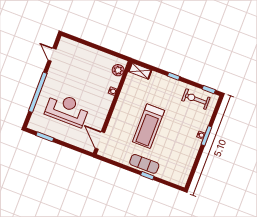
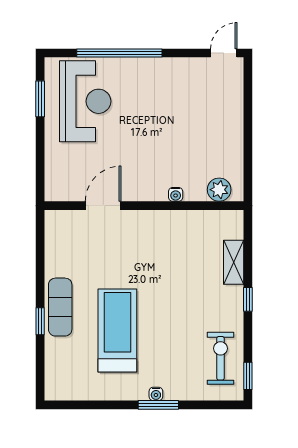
door: (52, 55) -> (224, 53), moved
shelving: (140, 71) -> (234, 262), moved
reception desk: (67, 110) -> (85, 101), moved
treadmill: (149, 126) -> (117, 331), moved, turned 90
door: (100, 140) -> (103, 206), moved

